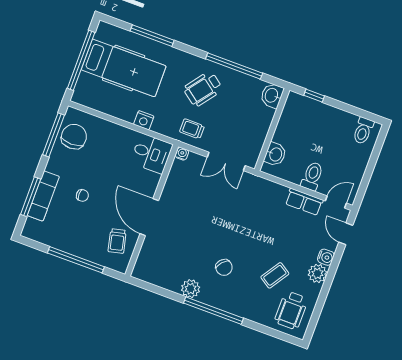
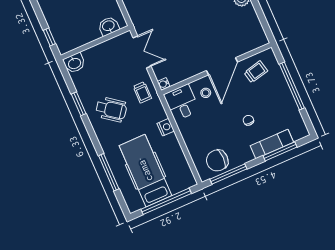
window: (234, 66) -> (79, 104), width x0.47
stool: (140, 182) -> (206, 93), added

